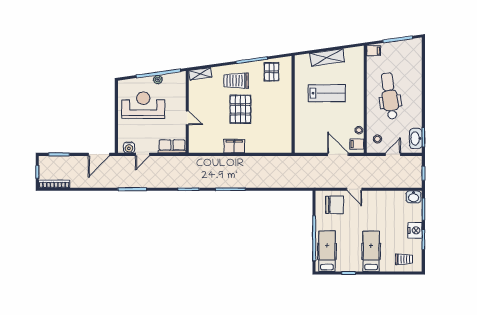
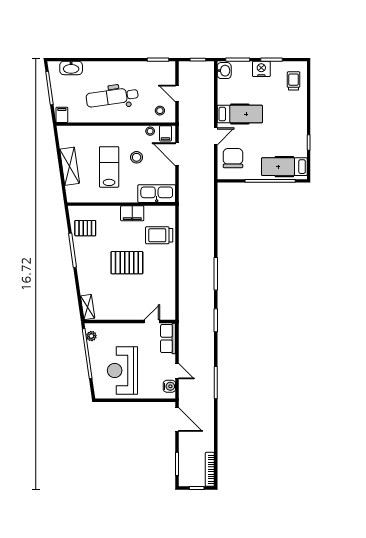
plant: (158, 80) -> (91, 336), moved
trolley: (236, 81) -> (159, 235), moved, turned 90
door: (187, 118) -> (152, 322), moved
stool: (335, 118) -> (137, 157), added
kitchen sink: (303, 136) -> (157, 194), added
washbasin: (416, 138) -> (71, 68), moved
filing cabinet: (234, 146) -> (132, 213), moved, turned -90
door: (338, 154) -> (177, 154), hinge flipped
hospital bed: (371, 251) -> (240, 114), moved, turned 180

